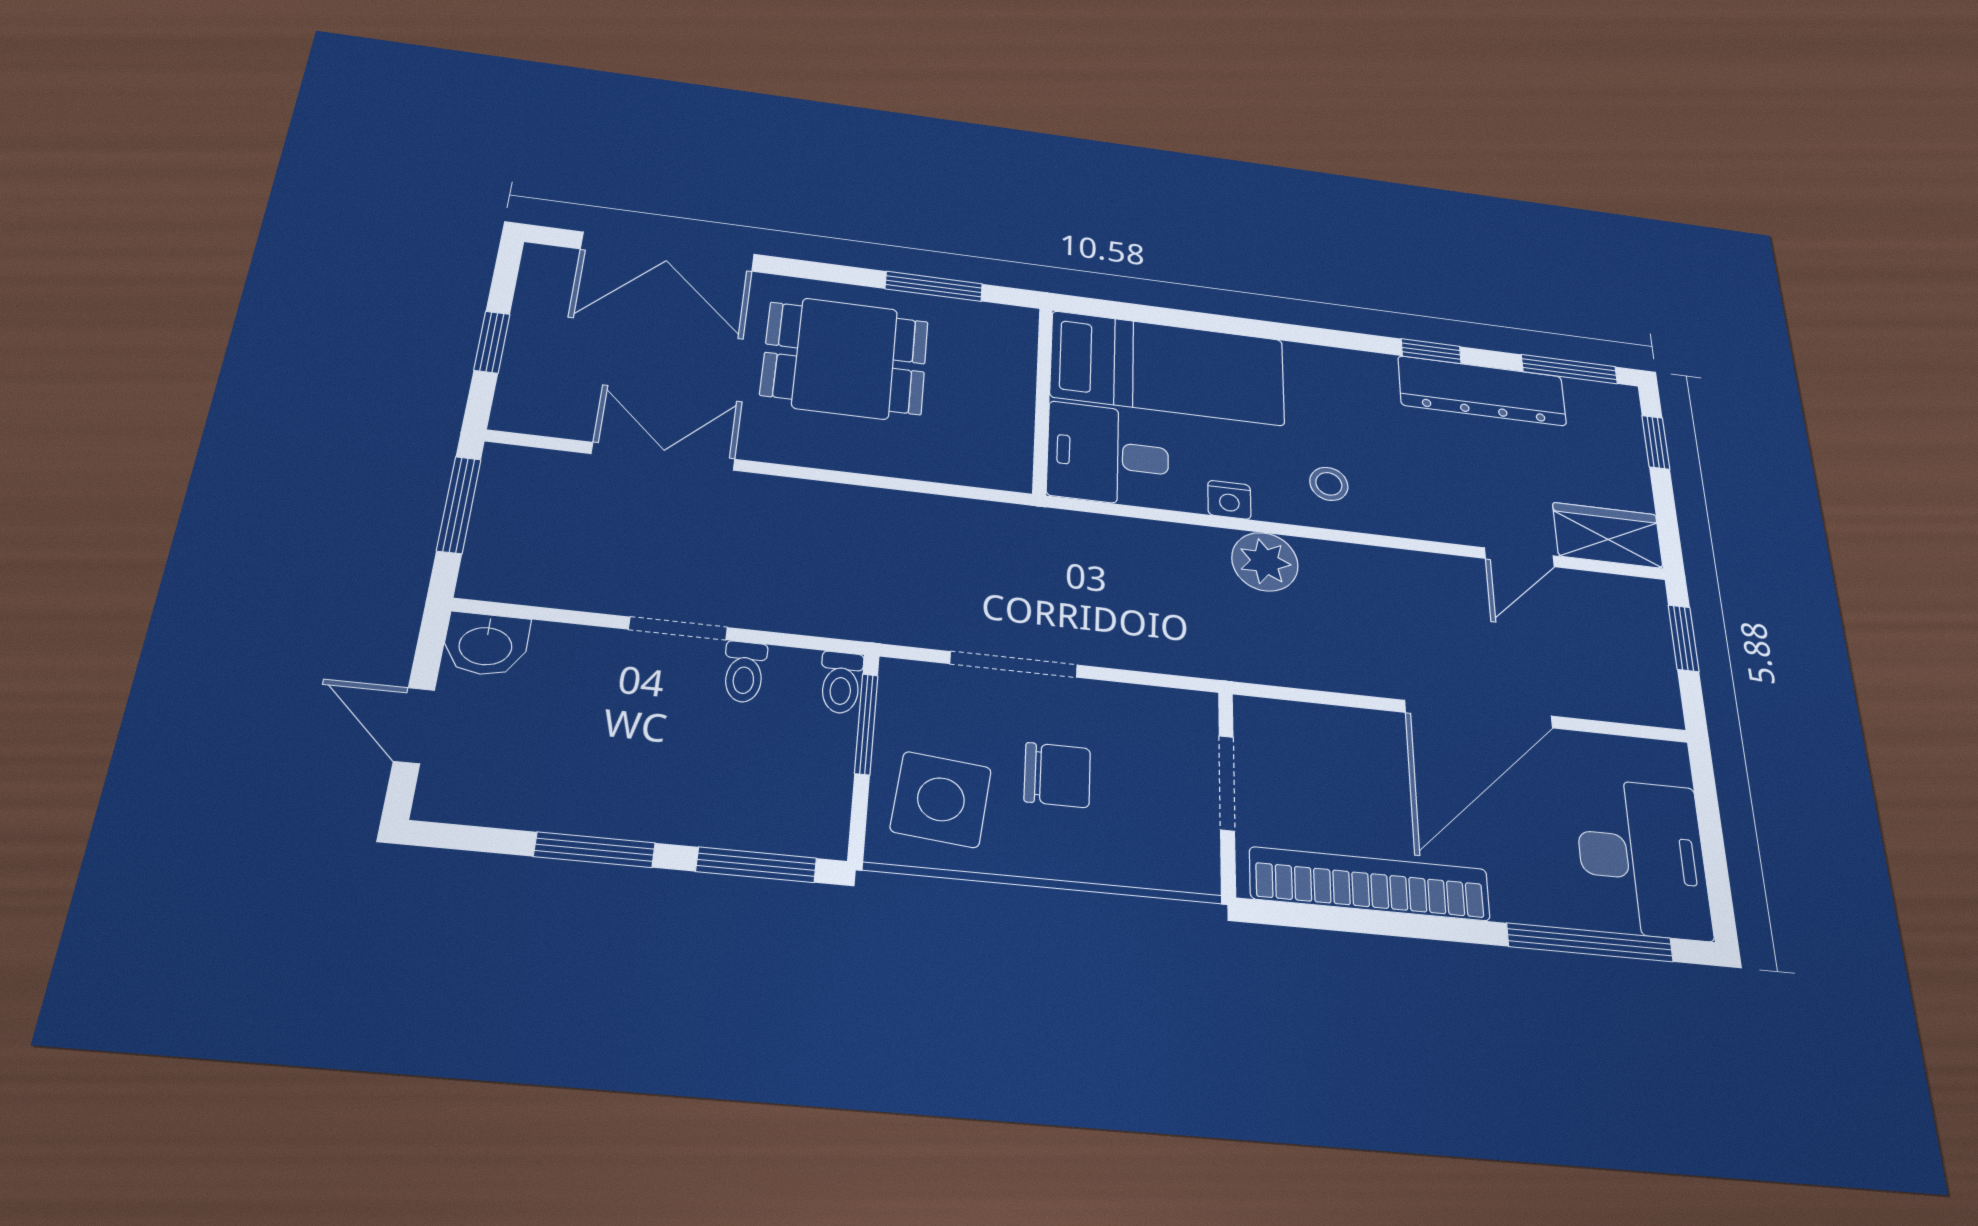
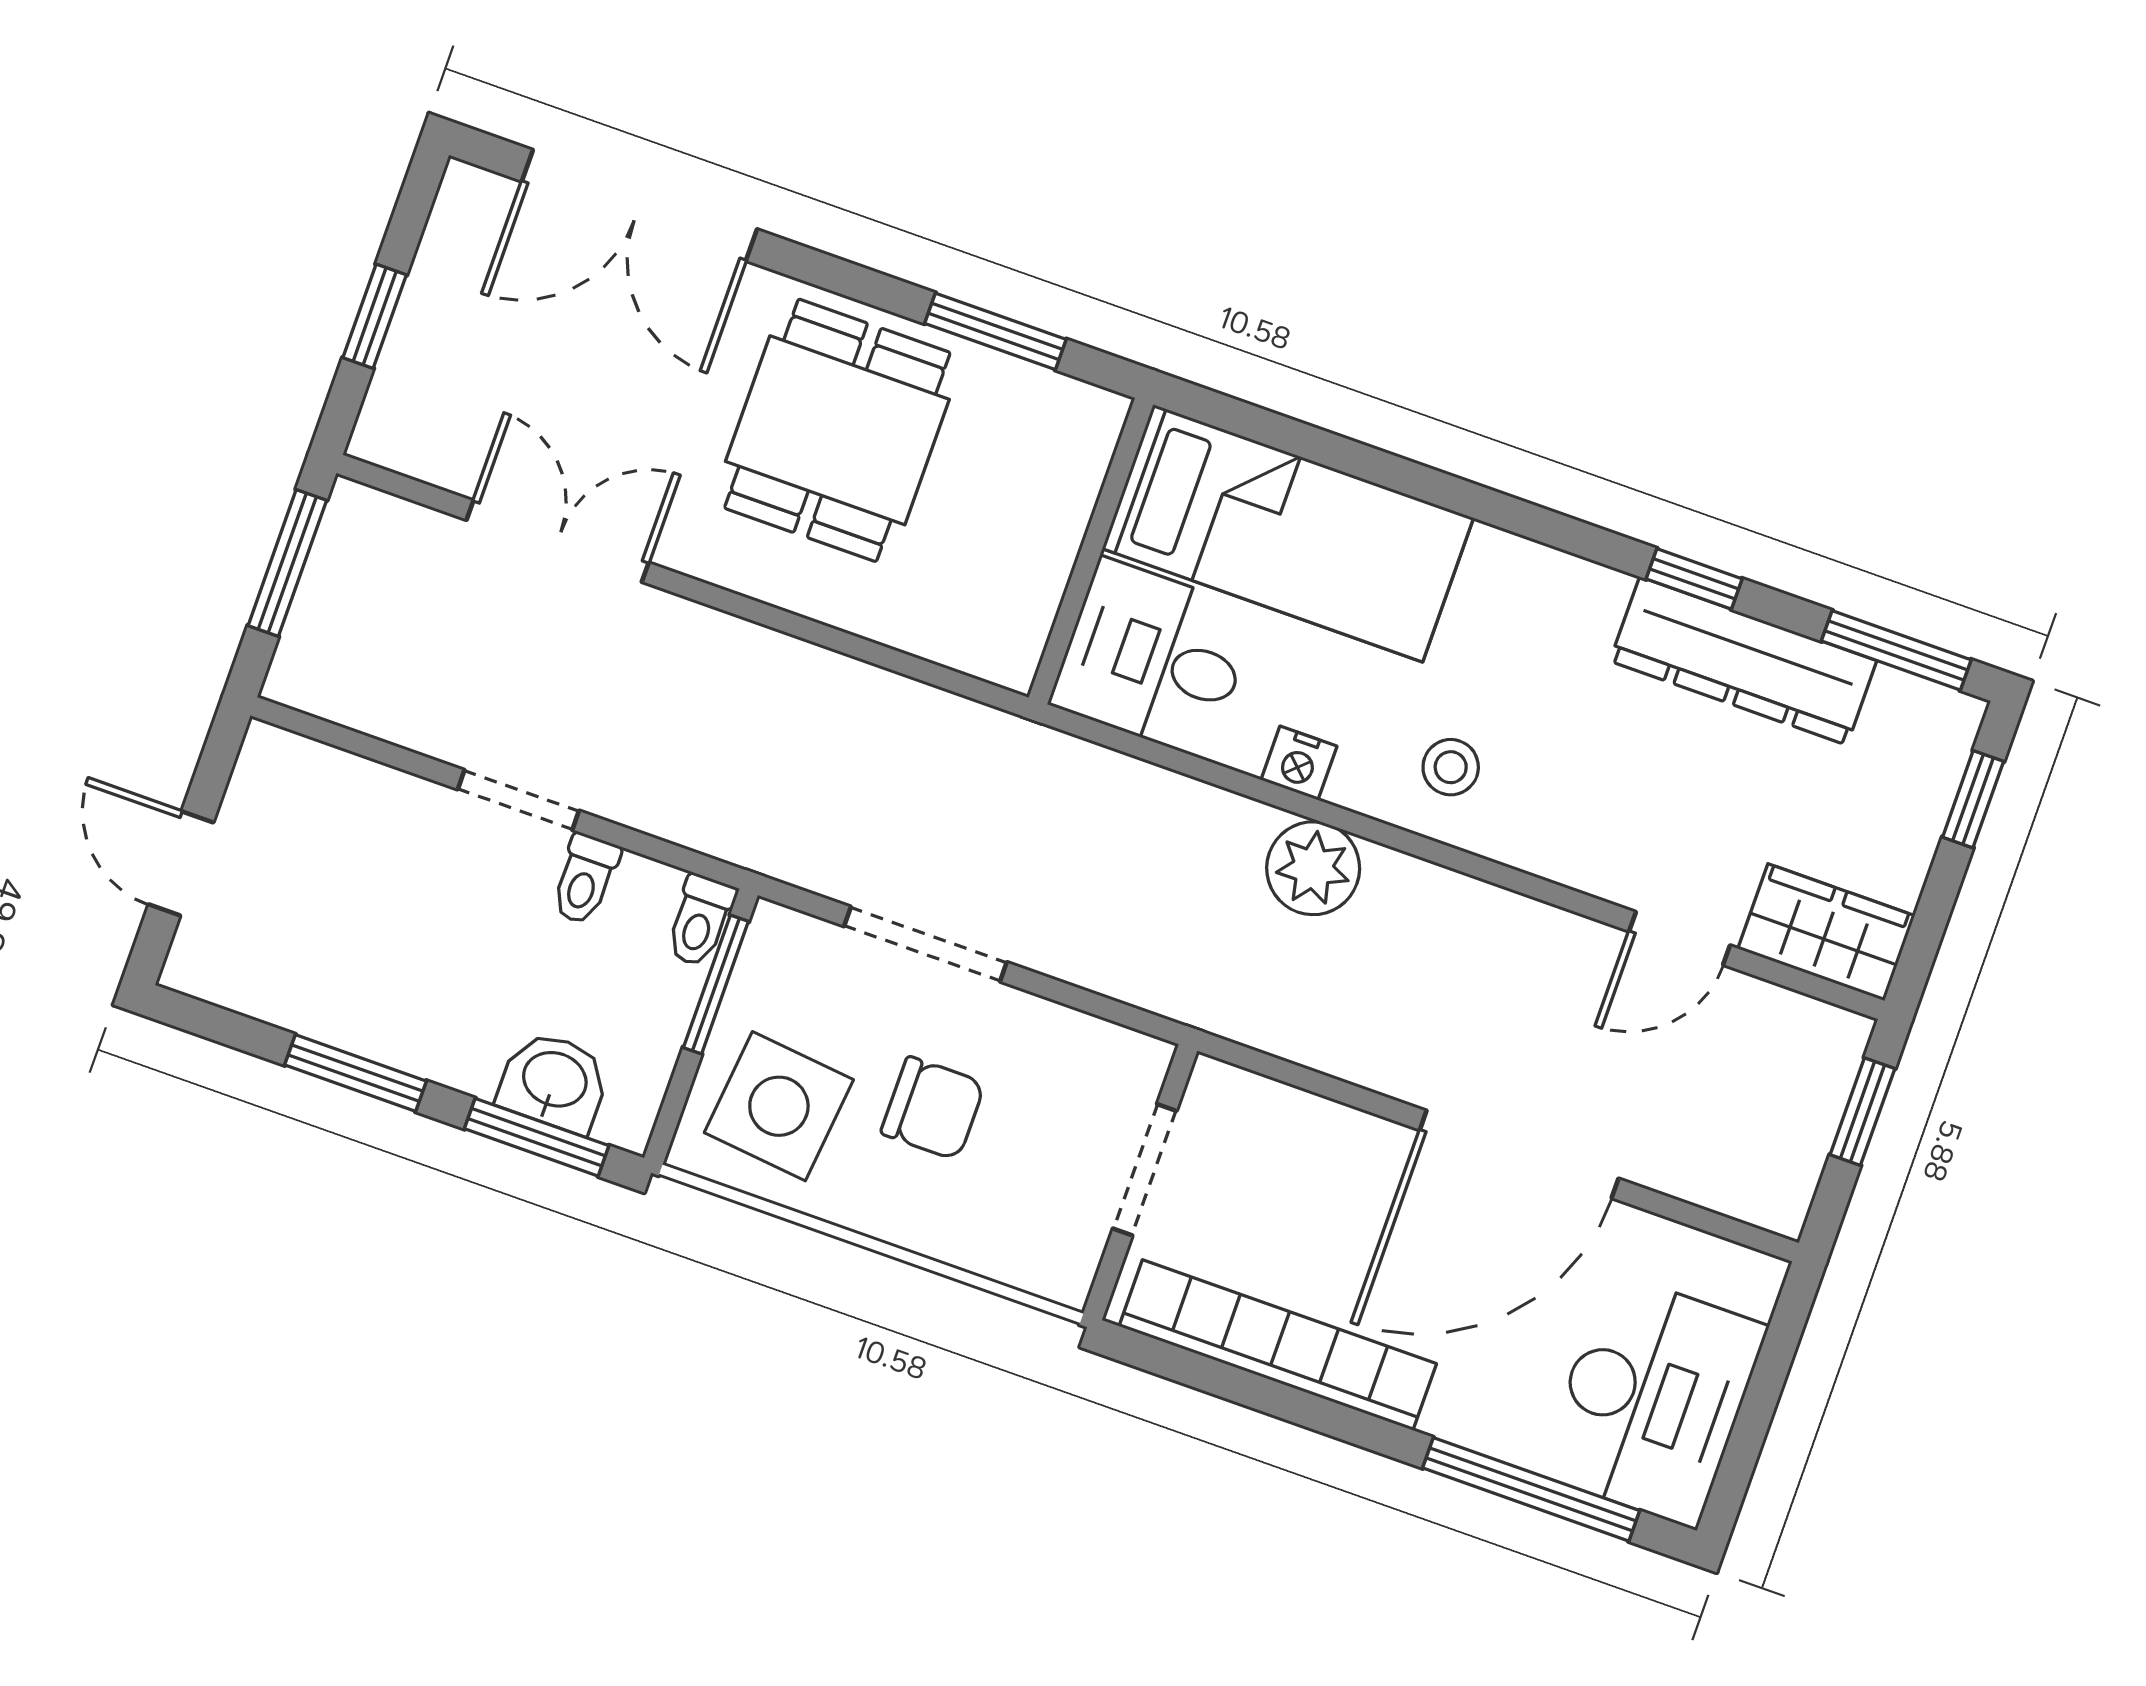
dining table: (845, 358) -> (837, 430), turned 90
washbasin: (486, 644) -> (554, 1082), moved, turned 180

